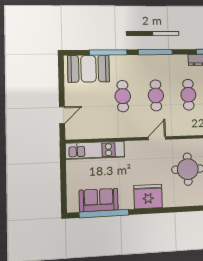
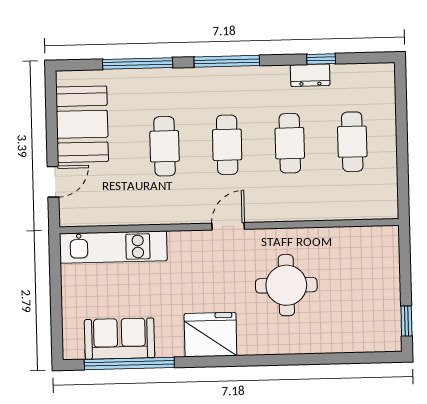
booth: (89, 69) -> (82, 124), moved, turned 90

